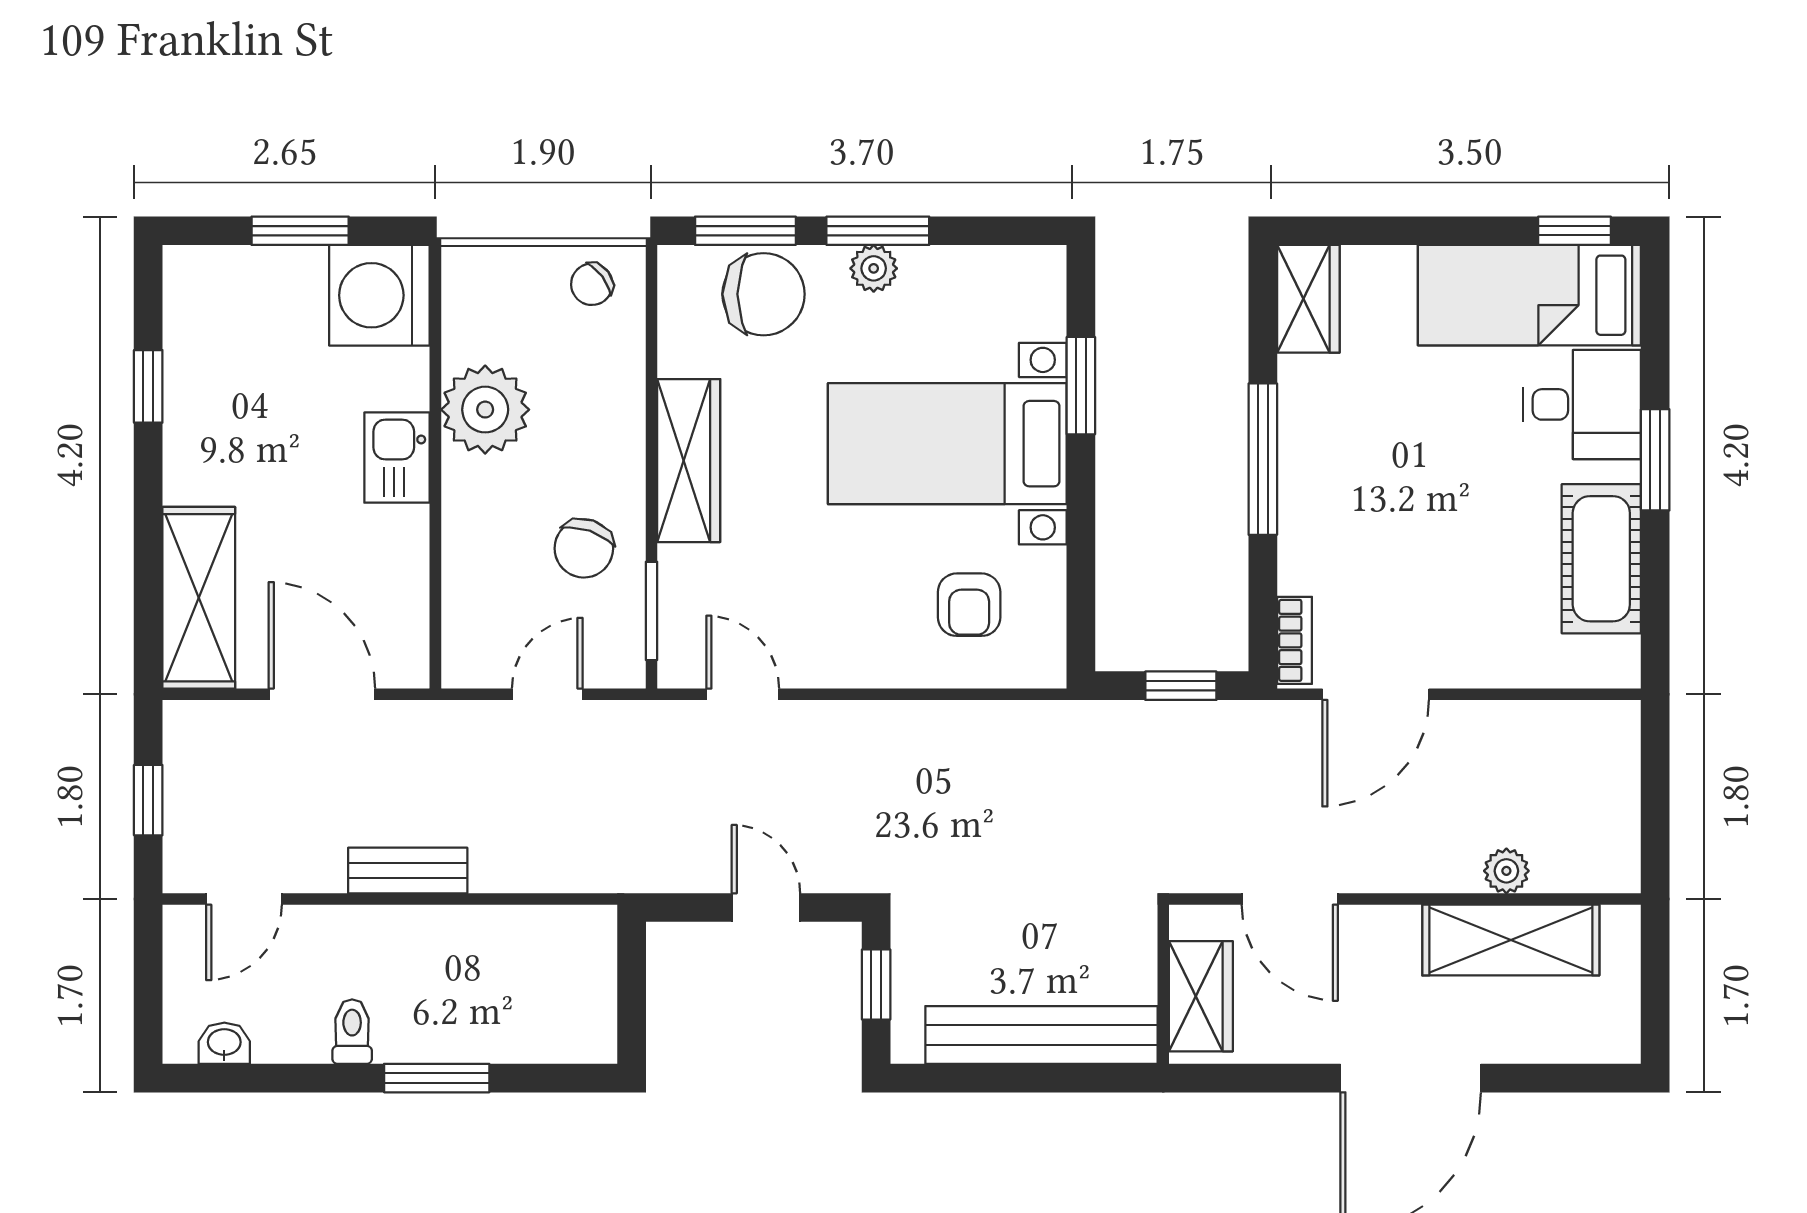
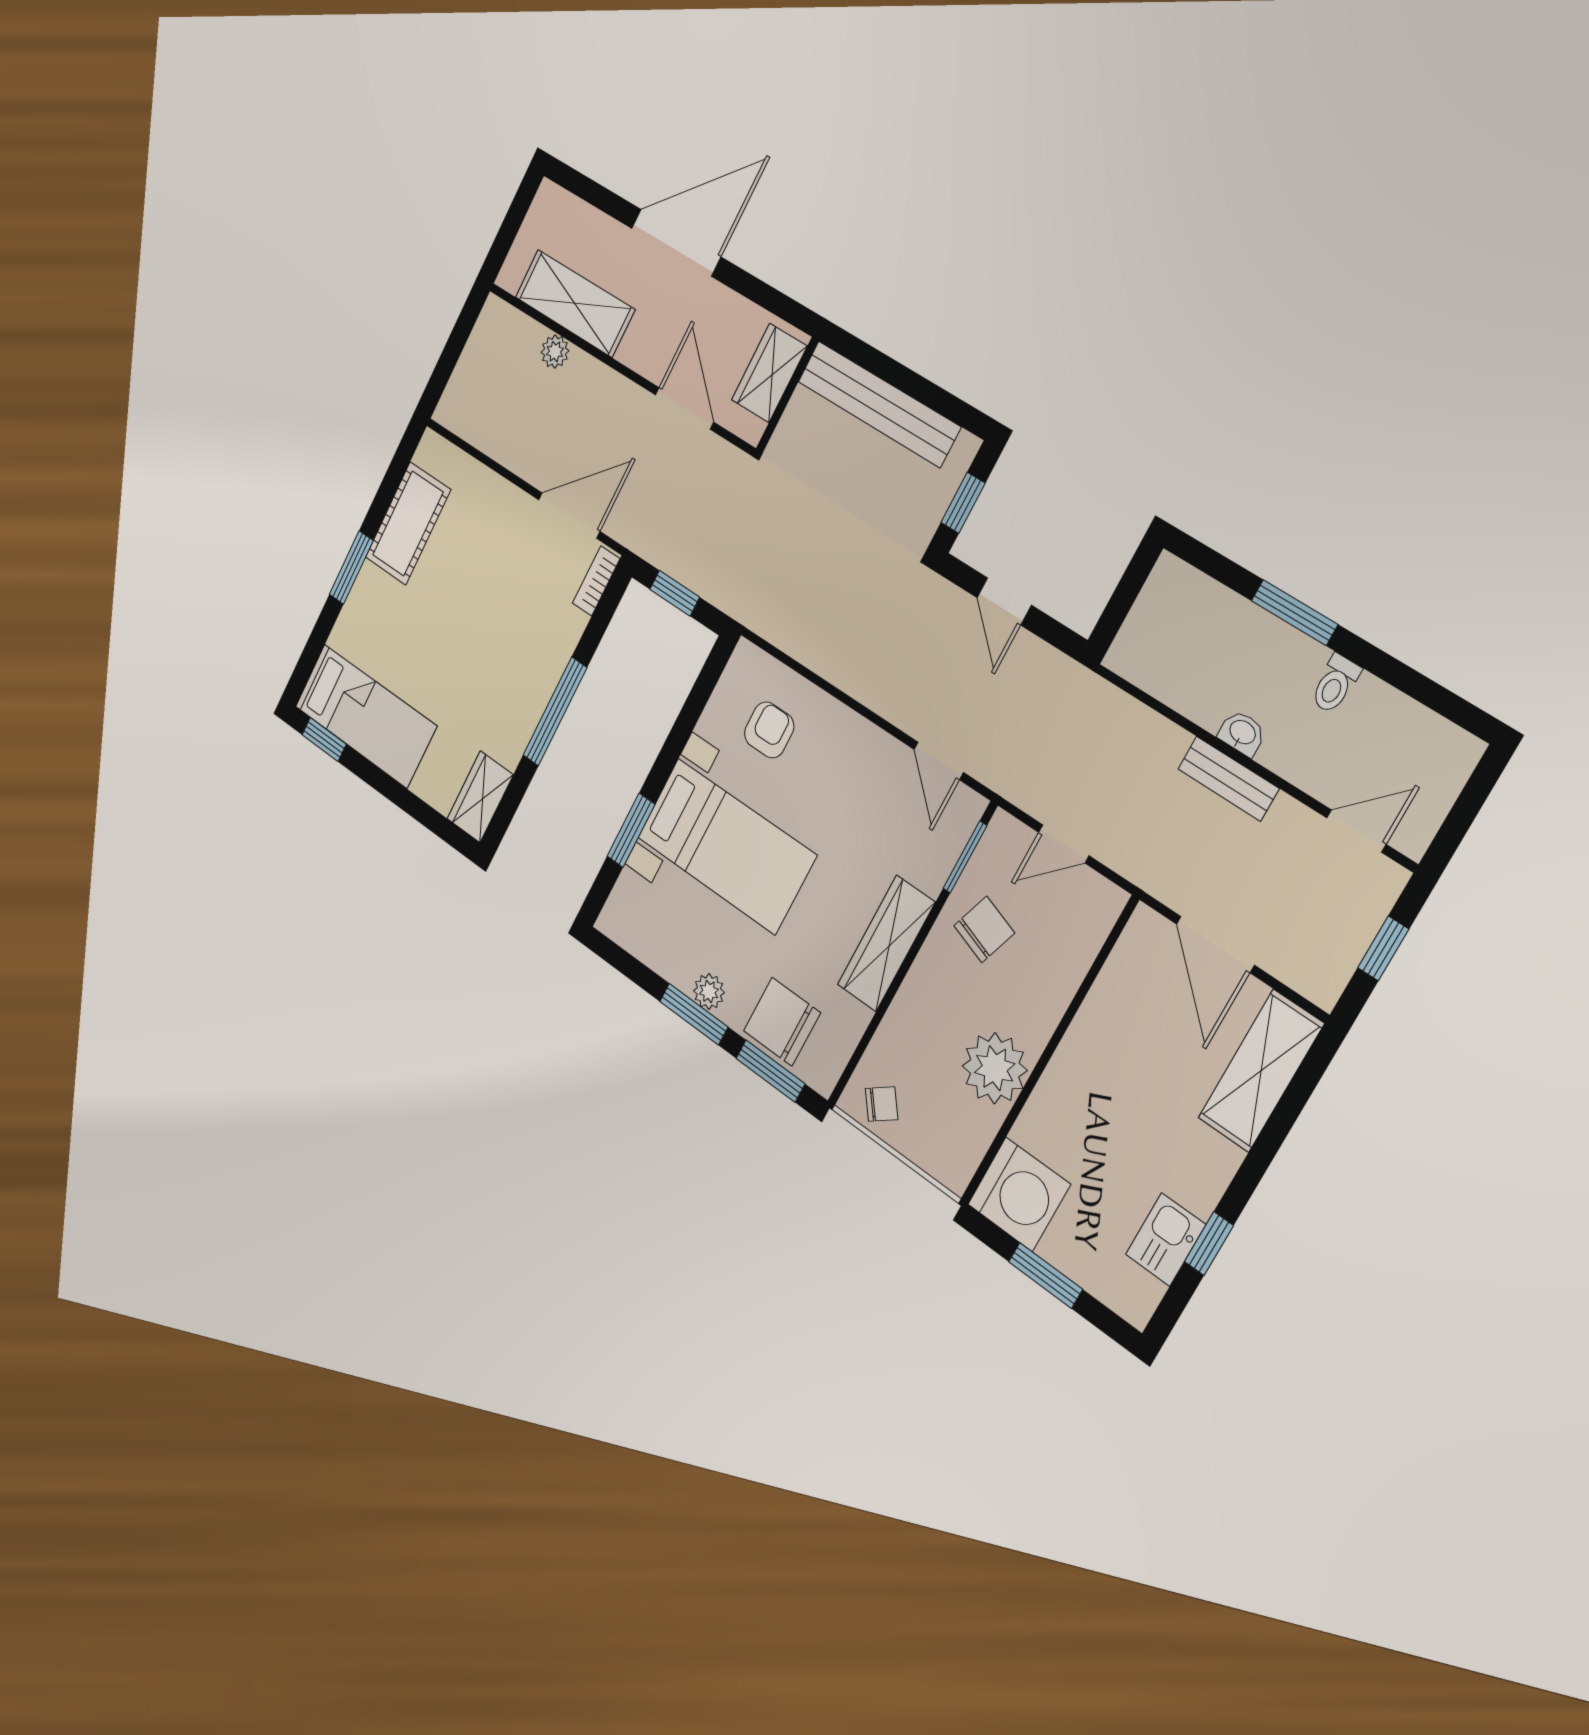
desk: (1582, 404) -> (371, 628), removed
kitchen sink: (397, 458) -> (1166, 1240), moved, turned 180
washbasin: (224, 1043) -> (1242, 733), moved, turned 180

